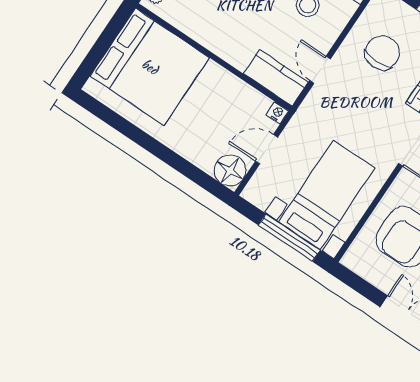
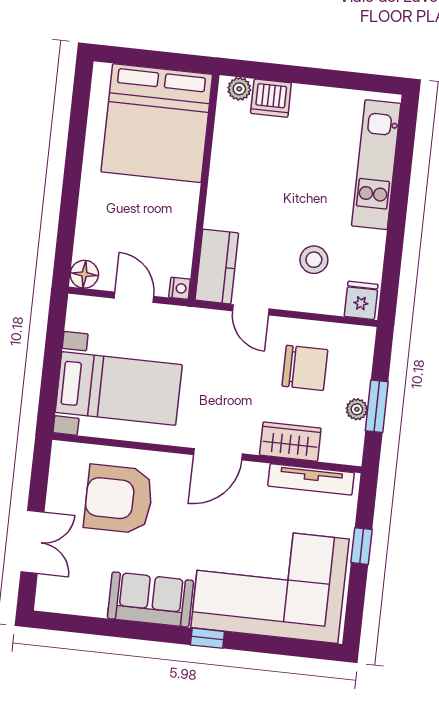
door: (320, 70) -> (251, 310), swing flipped
floor lamp: (230, 170) -> (84, 274), width x0.73, depth x0.73
window: (289, 238) -> (51, 372), removed

